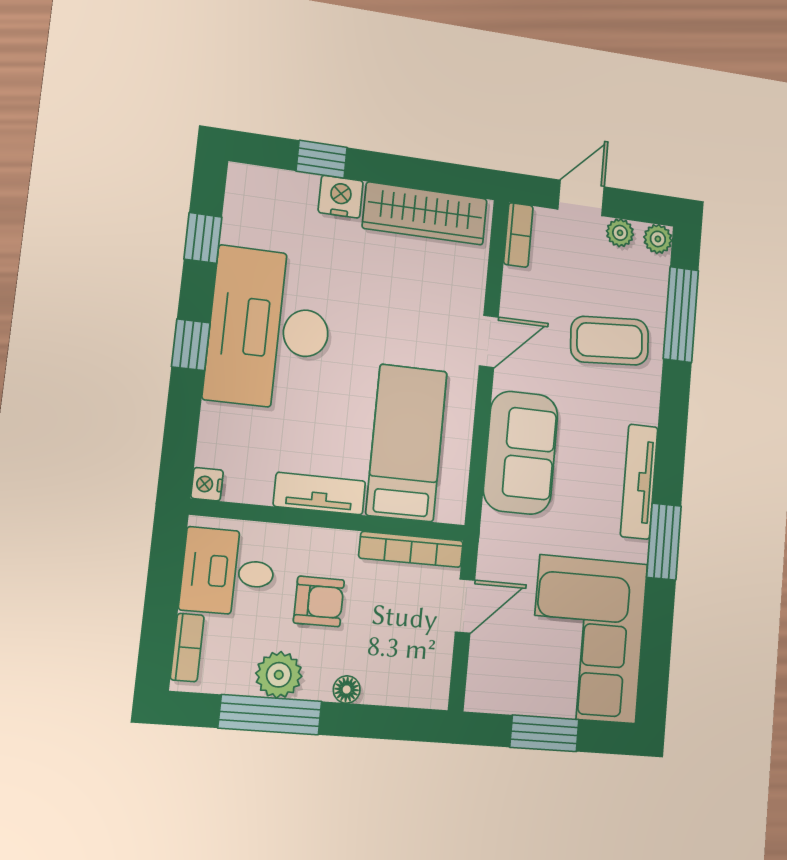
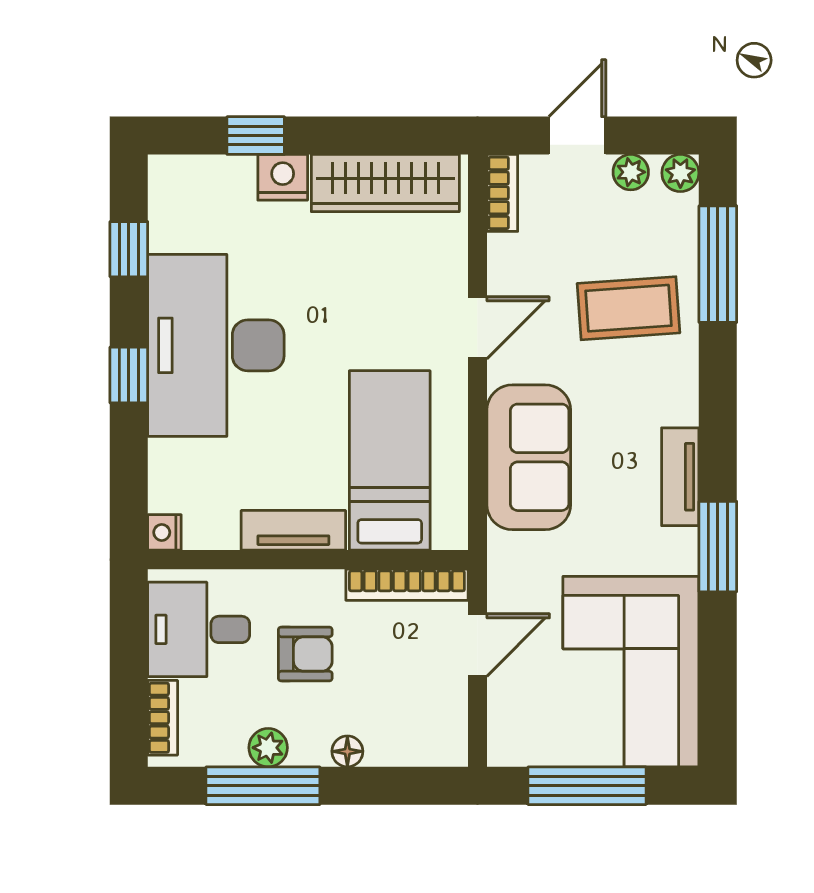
tv unit: (639, 482) -> (680, 477), width x0.71
plant: (279, 675) -> (268, 748), width x0.73, depth x0.73
window: (544, 733) -> (587, 786), width x1.44

